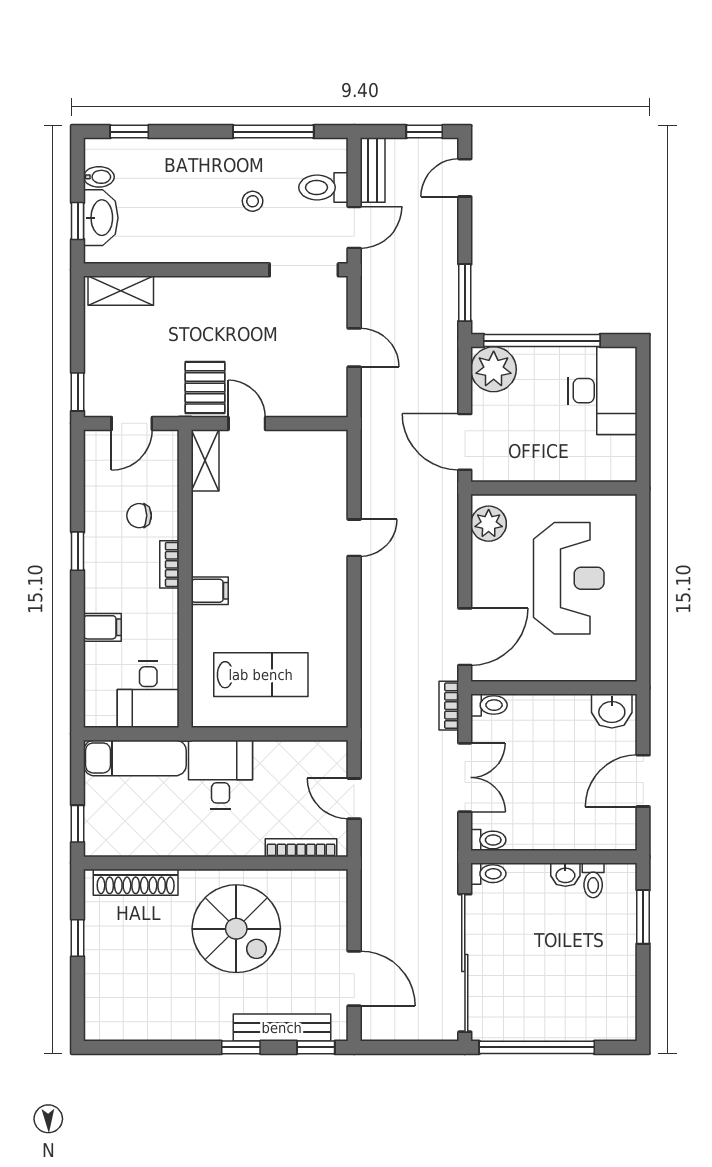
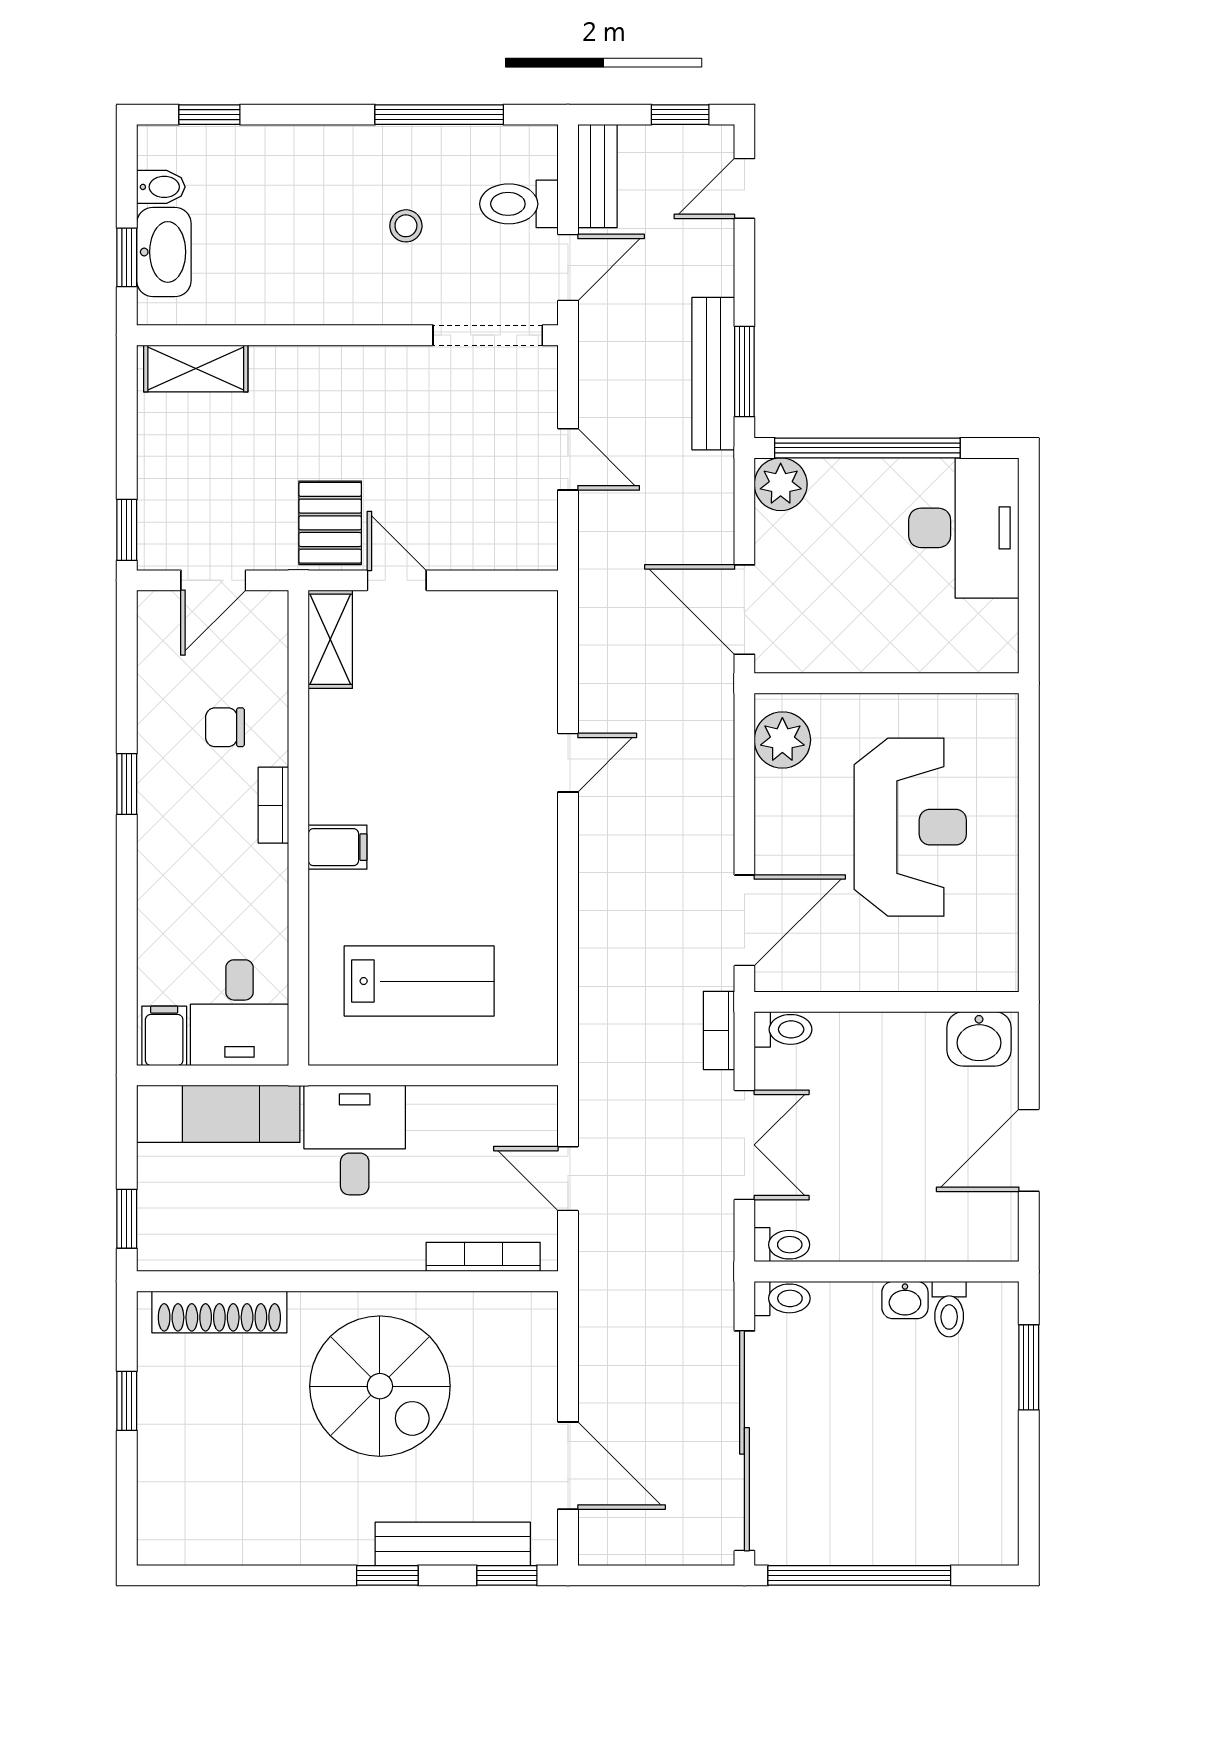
bench: (445, 294) -> (713, 374), added
plant: (494, 369) -> (781, 484), width x0.73, depth x0.73
filing cabinet: (102, 627) -> (164, 1036), moved, turned -90

